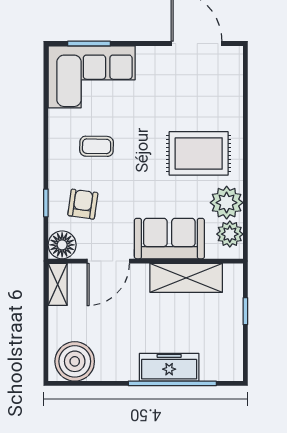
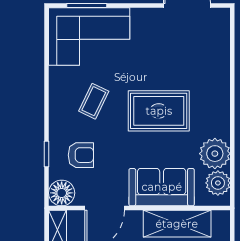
coffee table: (97, 146) -> (94, 101), turned -65
rug: (199, 153) -> (159, 111), moved
armchair: (83, 204) -> (81, 155), turned 82

